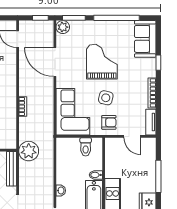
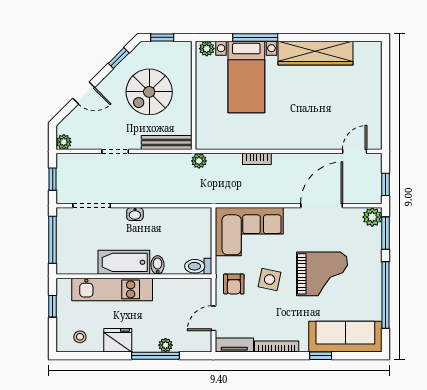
sofa: (145, 39) -> (345, 337), width x1.36
toilet: (86, 147) -> (198, 266), moved
plant: (29, 151) -> (199, 161), width x0.53, depth x0.53
plant: (151, 169) -> (166, 345), added

